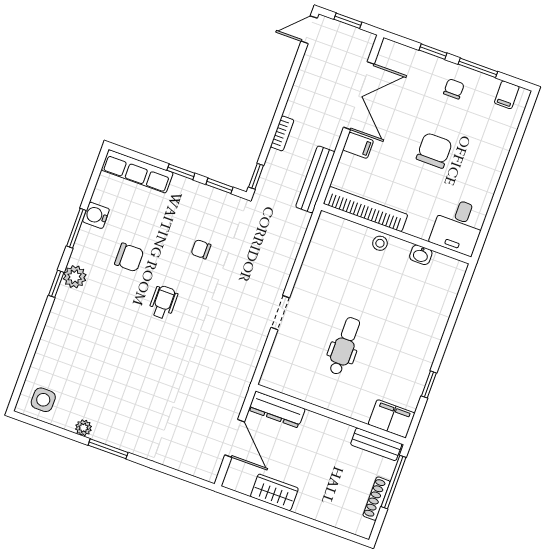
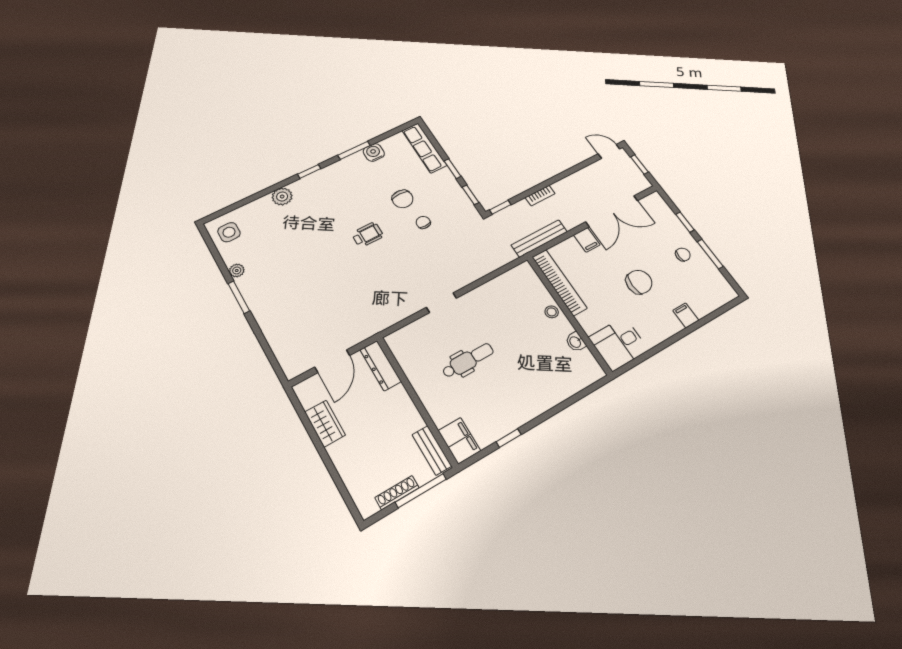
filing cabinet: (507, 95) -> (686, 315), moved, turned 90
chair: (129, 257) -> (403, 199), moved
plant: (75, 277) -> (282, 197), moved

